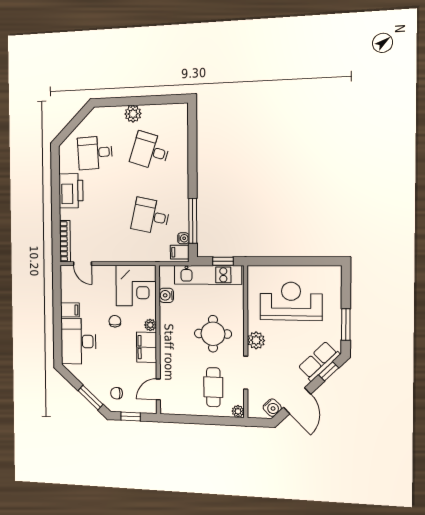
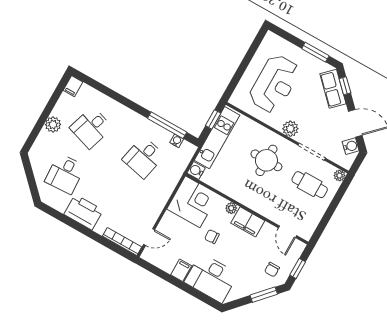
filing cabinet: (180, 252) -> (73, 86), moved
water cooler: (166, 295) -> (196, 171), moved, turned 90
reception desk: (291, 301) -> (274, 84), turned 180

